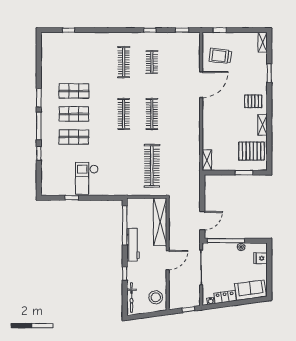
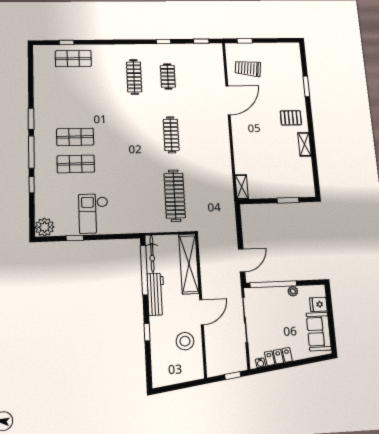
shelving: (263, 42) -> (295, 53), removed
shop shelf: (74, 91) -> (73, 59), moved
clothes rail: (124, 114) -> (137, 136), removed
pallet: (252, 151) -> (294, 175), removed
plant: (48, 188) -> (44, 227), added
sofa: (251, 290) -> (319, 332), moved, turned -82
stool: (156, 297) -> (185, 341), moved
bicycle: (131, 298) -> (152, 254), moved

